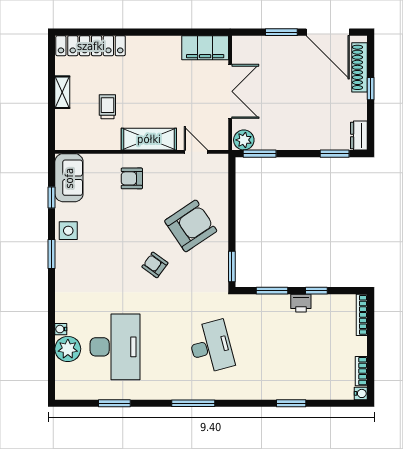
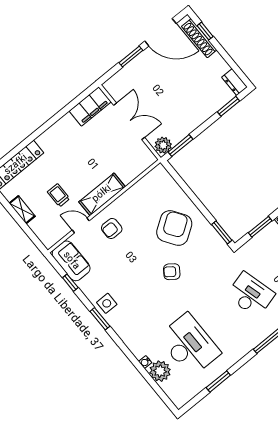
window: (371, 89) -> (205, 31), moved
door: (196, 152) -> (81, 225), moved
side table: (68, 231) -> (107, 303), moved

